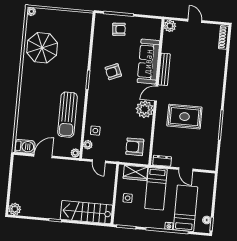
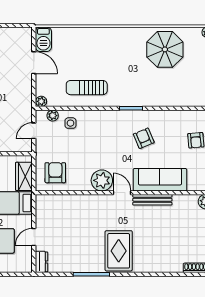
sun lounger: (67, 115) -> (87, 88), width x0.73, depth x0.75
rug: (184, 117) -> (119, 251), moved
dresser: (162, 161) -> (41, 262), moved

